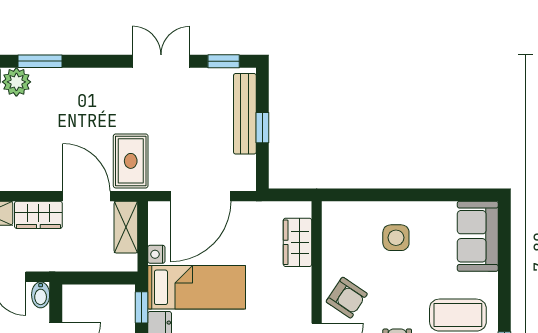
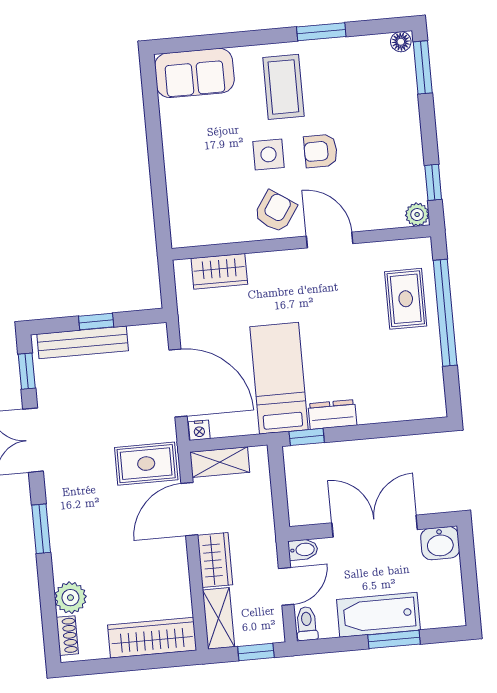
window: (40, 61) -> (41, 529), moved
side table: (396, 238) -> (269, 154), moved
nightstand: (156, 254) -> (199, 430), moved

